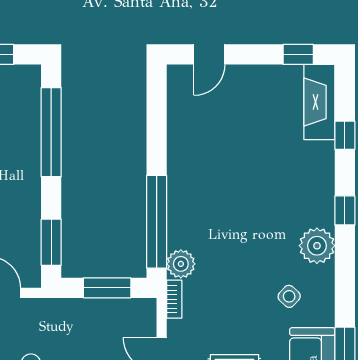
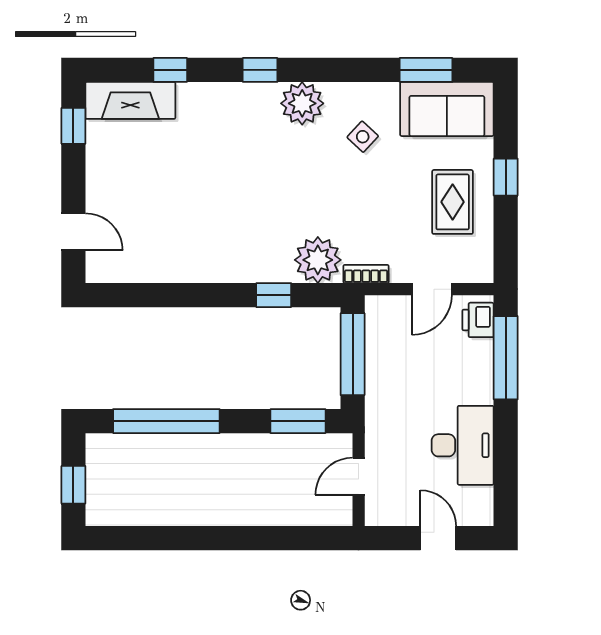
window: (157, 222) -> (274, 295), width x0.32
plant: (181, 264) -> (318, 260), width x1.36, depth x1.36
window: (107, 288) -> (353, 354), width x1.44

